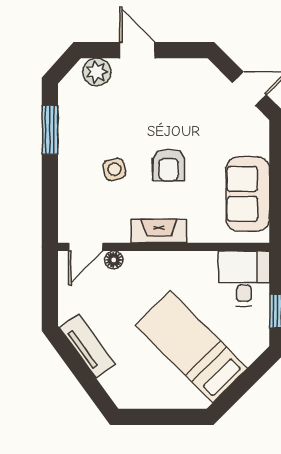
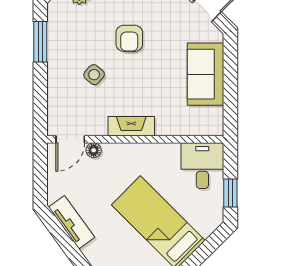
armchair: (169, 165) -> (129, 38), moved
side table: (114, 169) -> (94, 75), turned -38
sofa: (248, 194) -> (206, 74), moved

